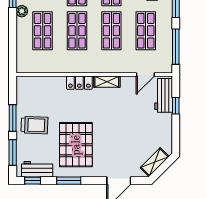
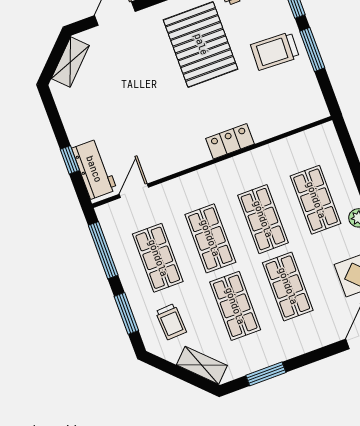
shelving: (107, 82) -> (189, 158), removed

